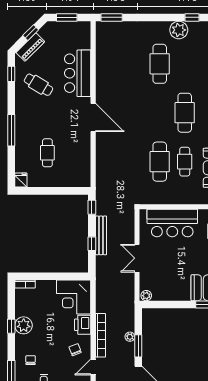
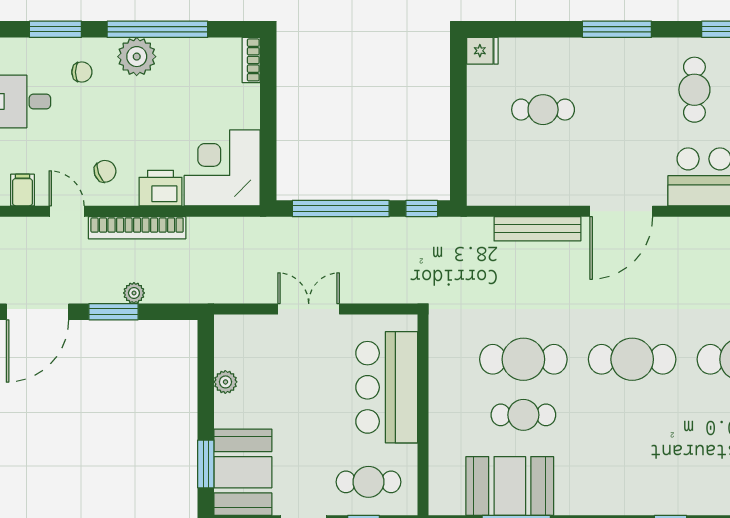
cafe table: (38, 85) -> (694, 90), turned -31
cafe table: (185, 113) -> (632, 359), moved
window: (11, 130) -> (617, 29), moved
bench: (101, 235) -> (537, 229), moved
window: (92, 244) -> (341, 208), width x3.17
plant: (146, 296) -> (225, 382), moved
plant: (24, 325) -> (137, 57), moved
window: (11, 326) -> (157, 29), width x3.17

